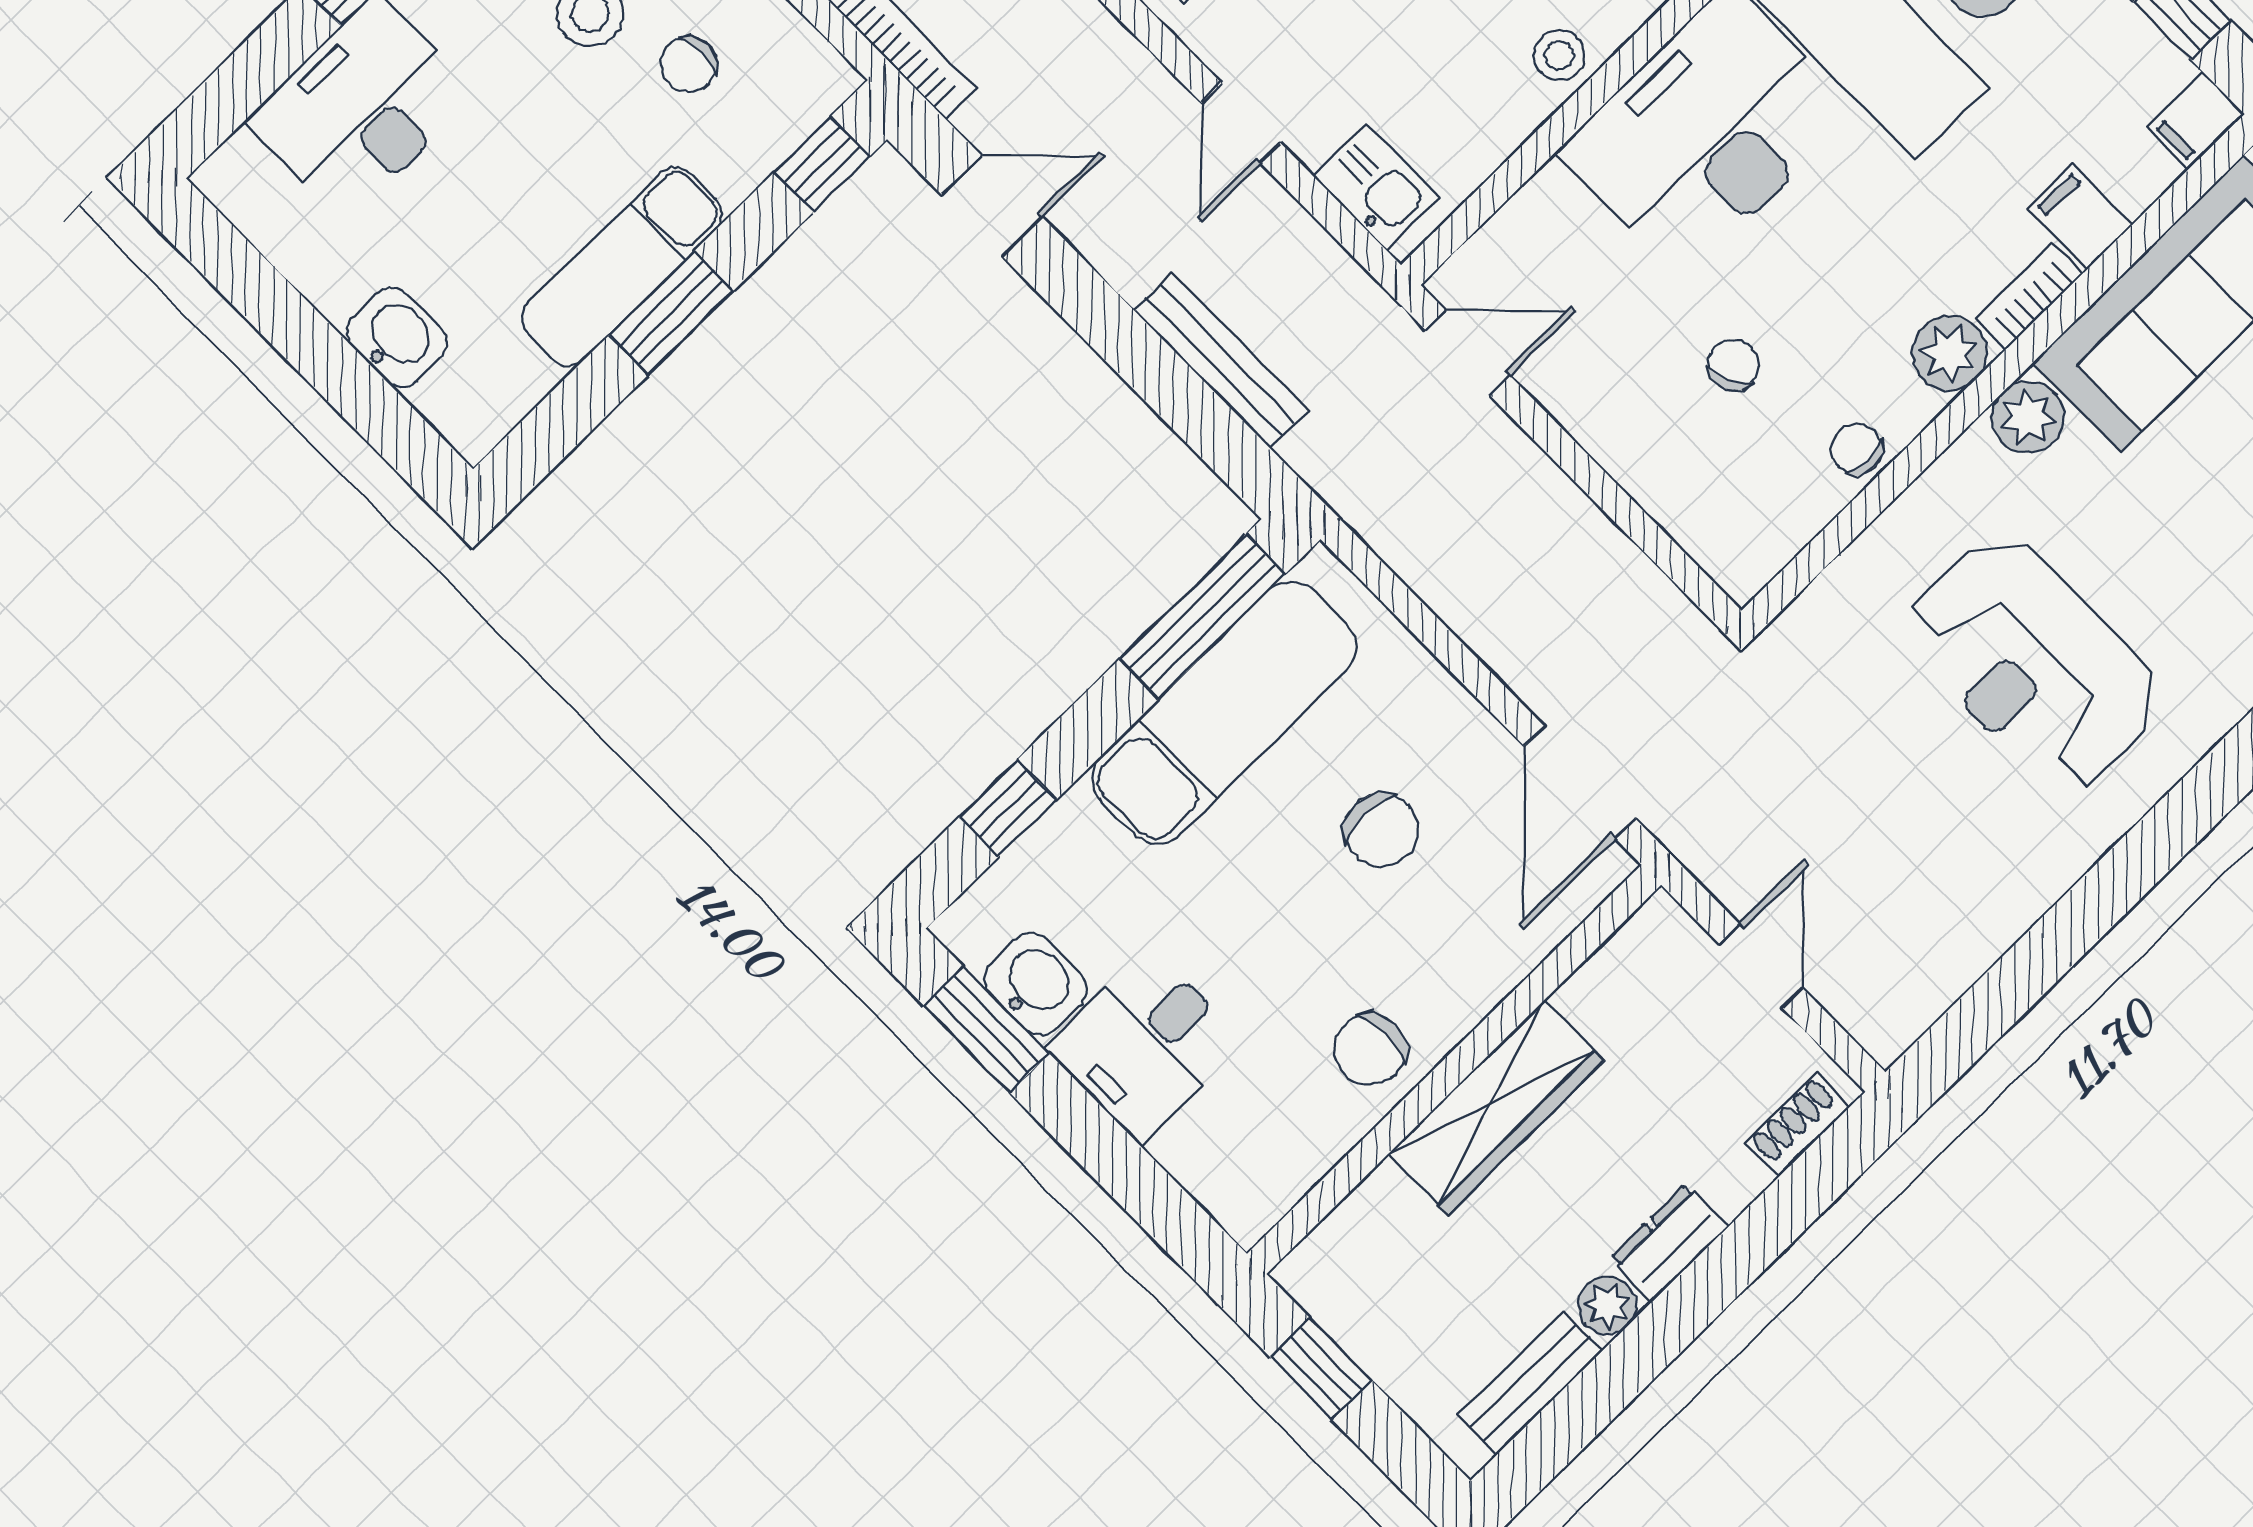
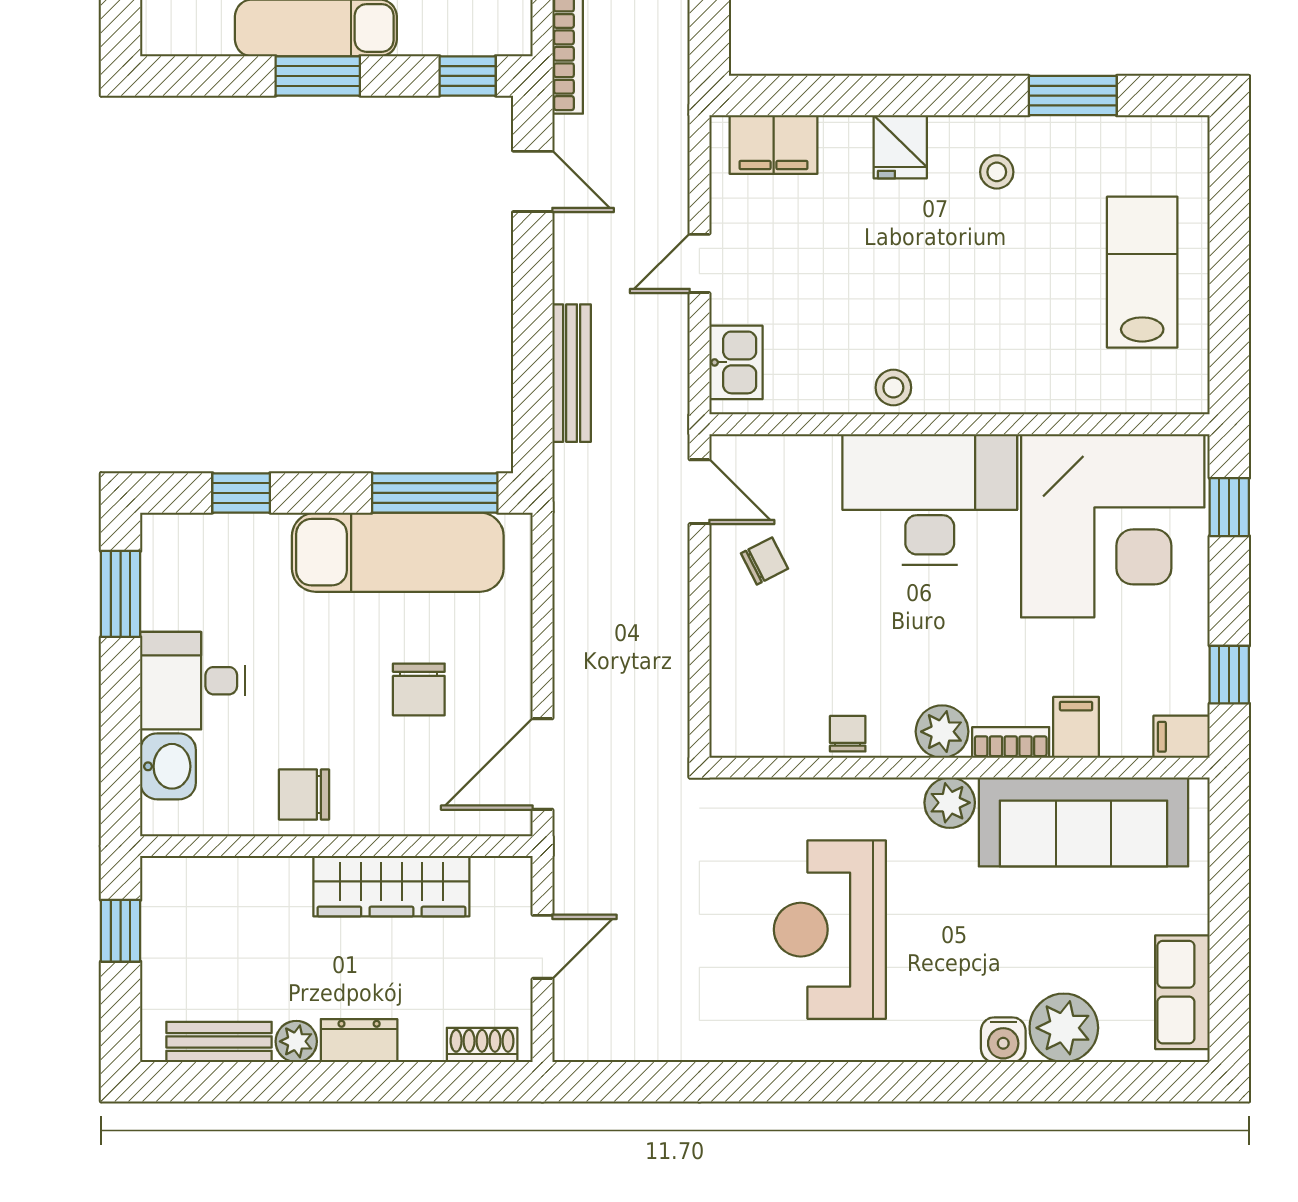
chair: (1733, 365) -> (764, 561), moved
washbasin: (1036, 984) -> (168, 766), moved
wardrobe: (1496, 1107) -> (391, 886), moved

